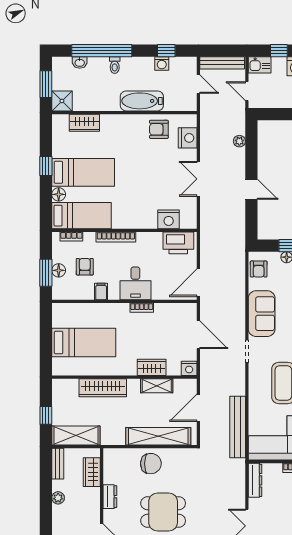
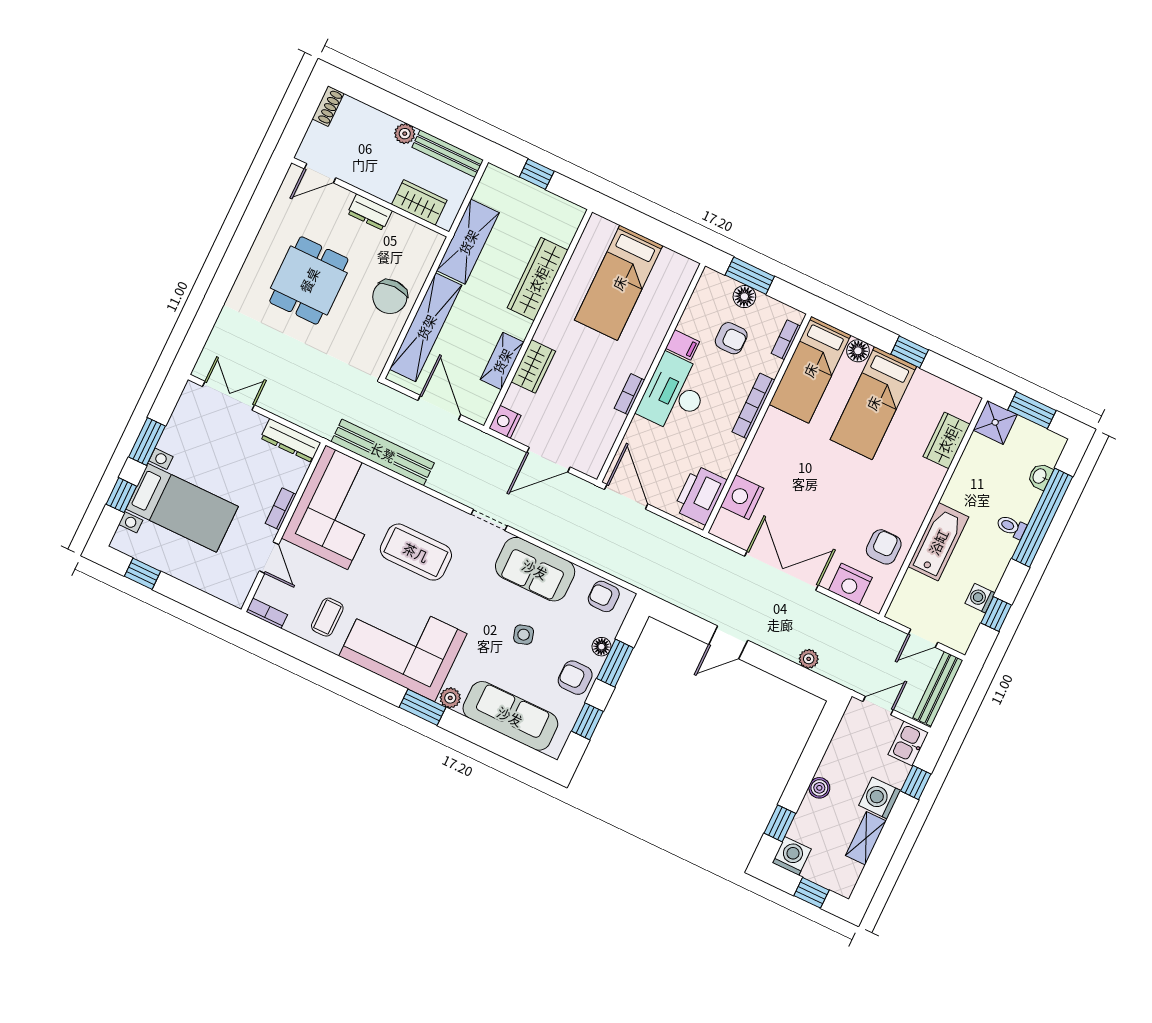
double door: (198, 179) -> (781, 571), width x1.37
desk: (135, 283) -> (674, 394), width x1.37
shelving: (76, 435) -> (468, 242), moved
bench: (58, 464) -> (448, 154), width x1.36

